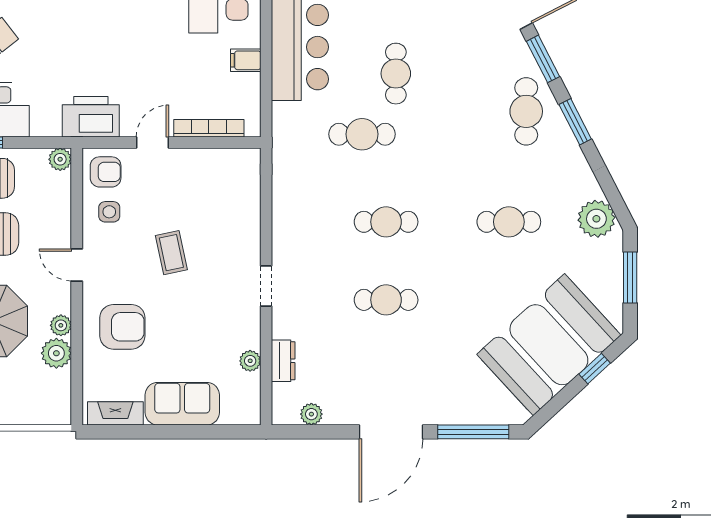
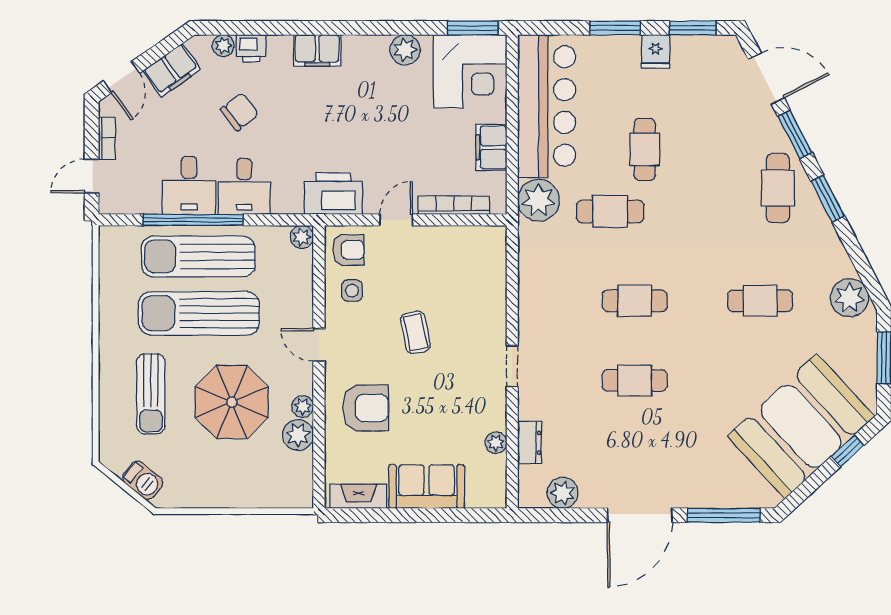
filing cabinet: (246, 60) -> (491, 147), width x2.00
plant: (292, 123) -> (539, 200), added
plant: (311, 414) -> (563, 493), width x1.38, depth x1.38

